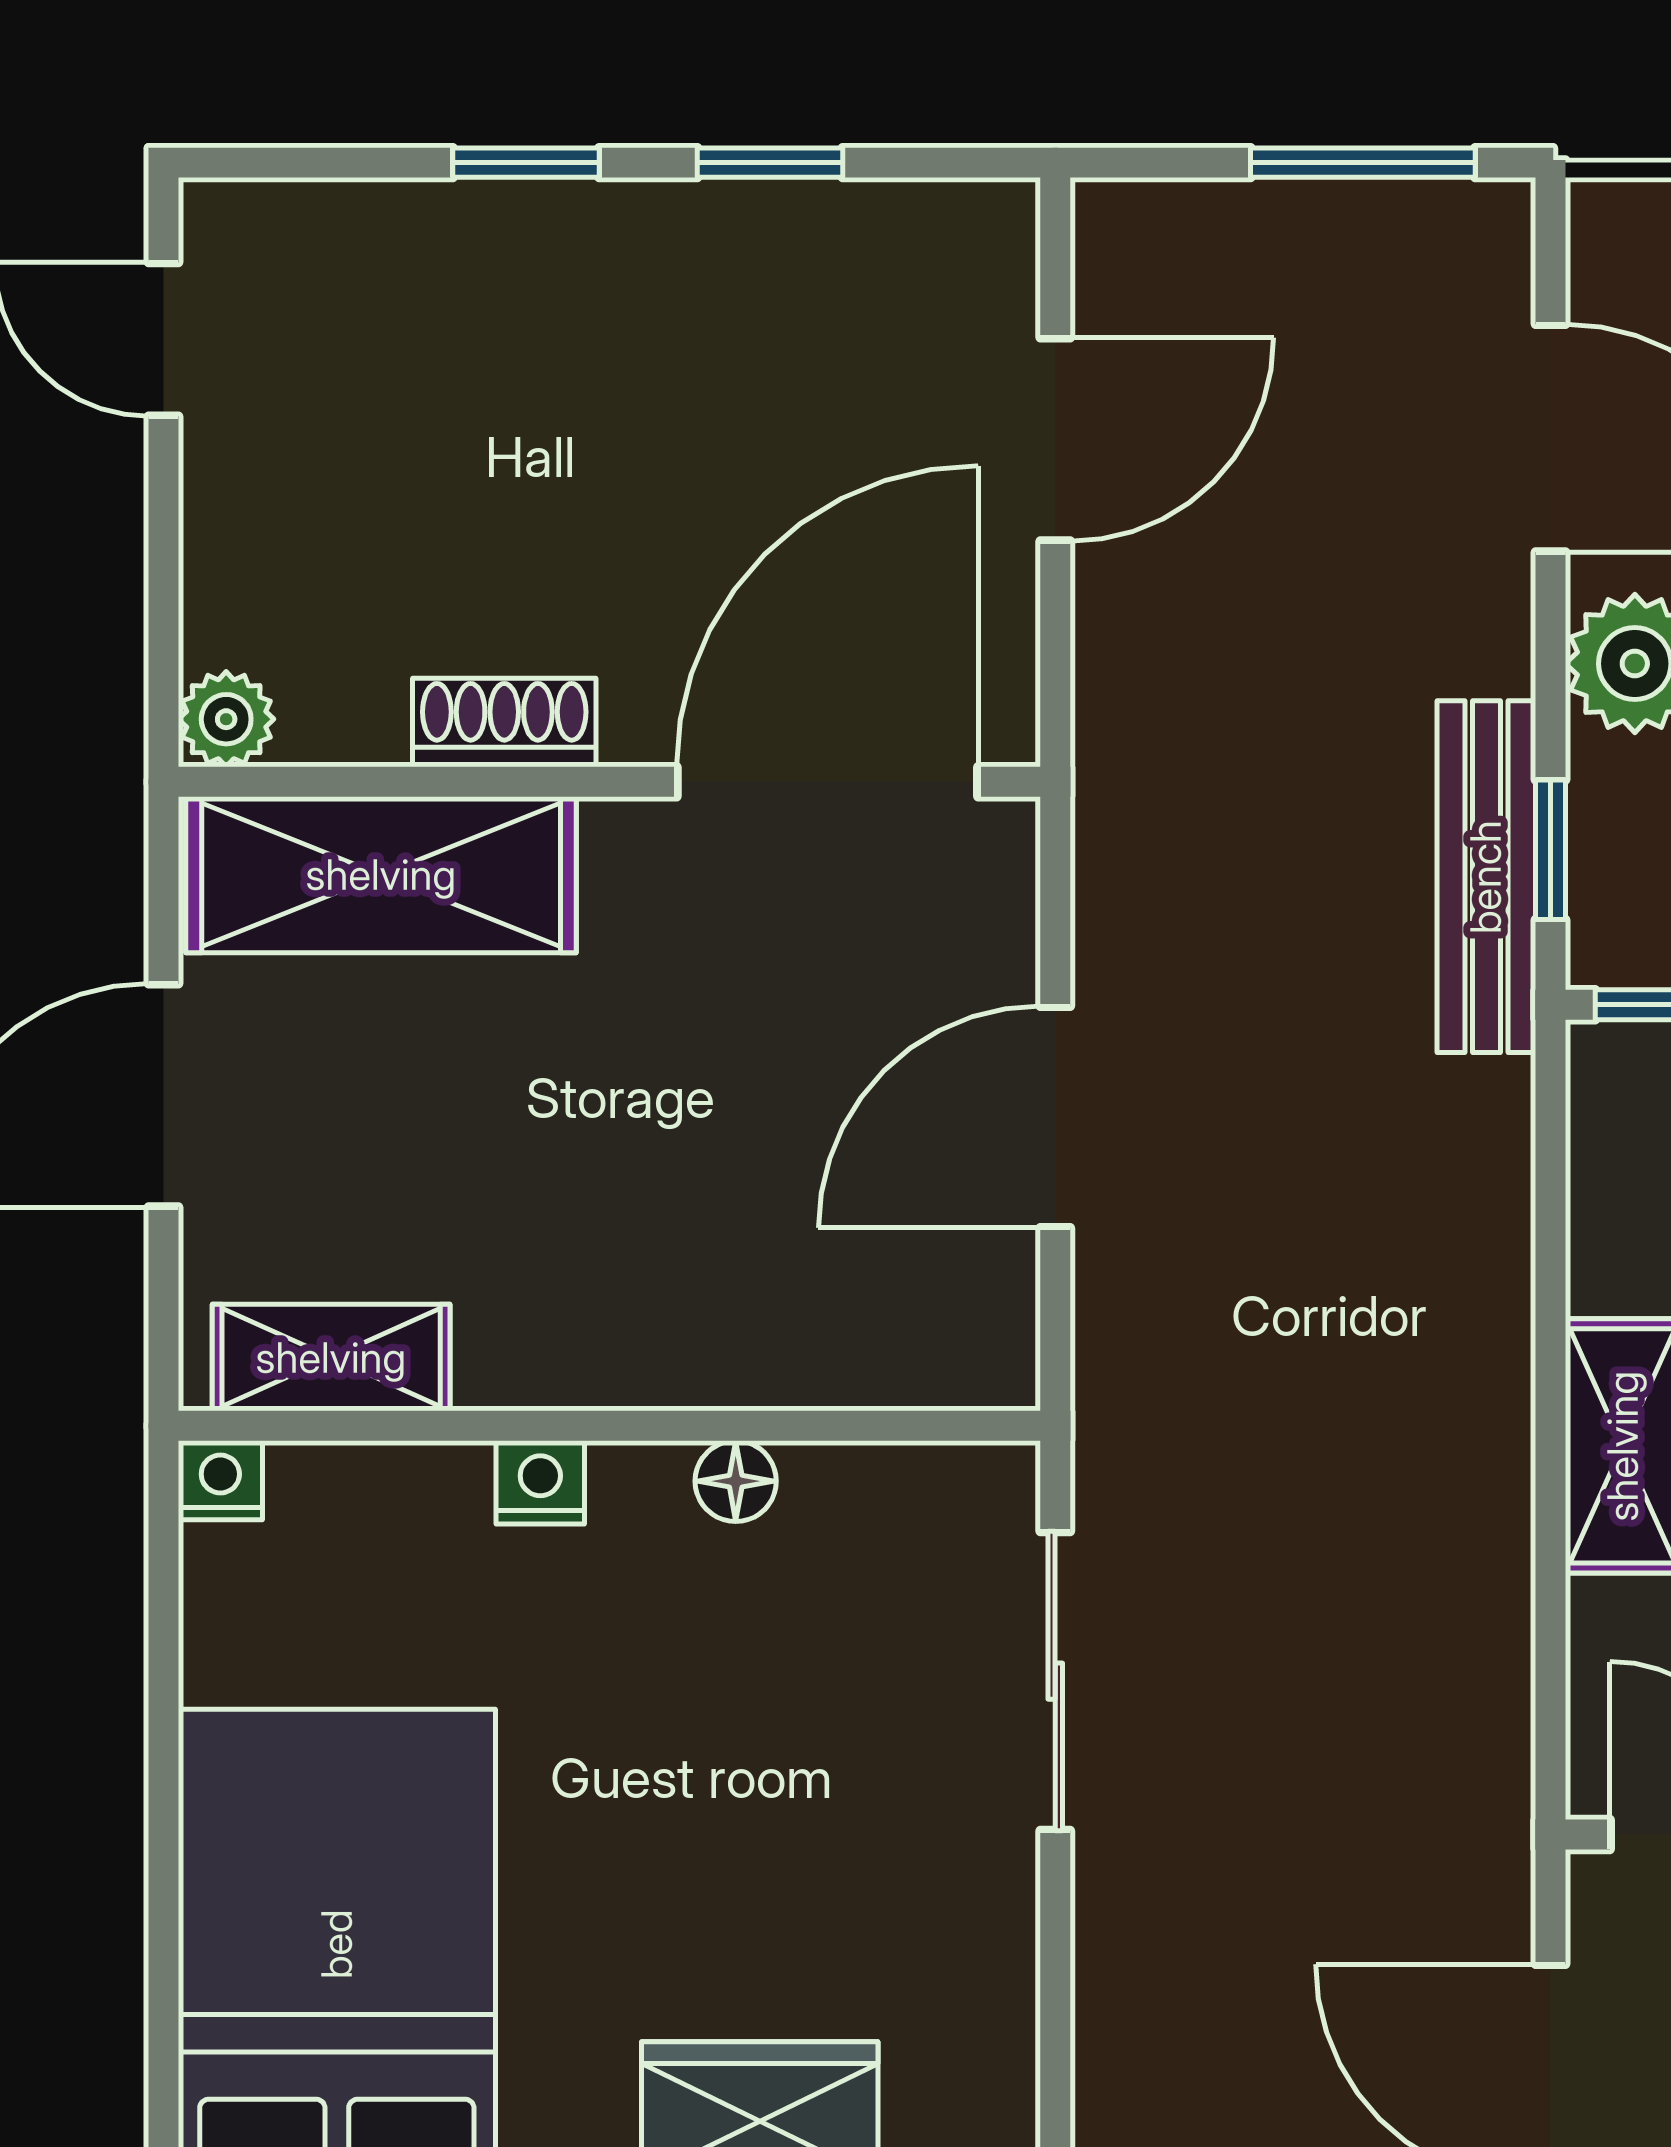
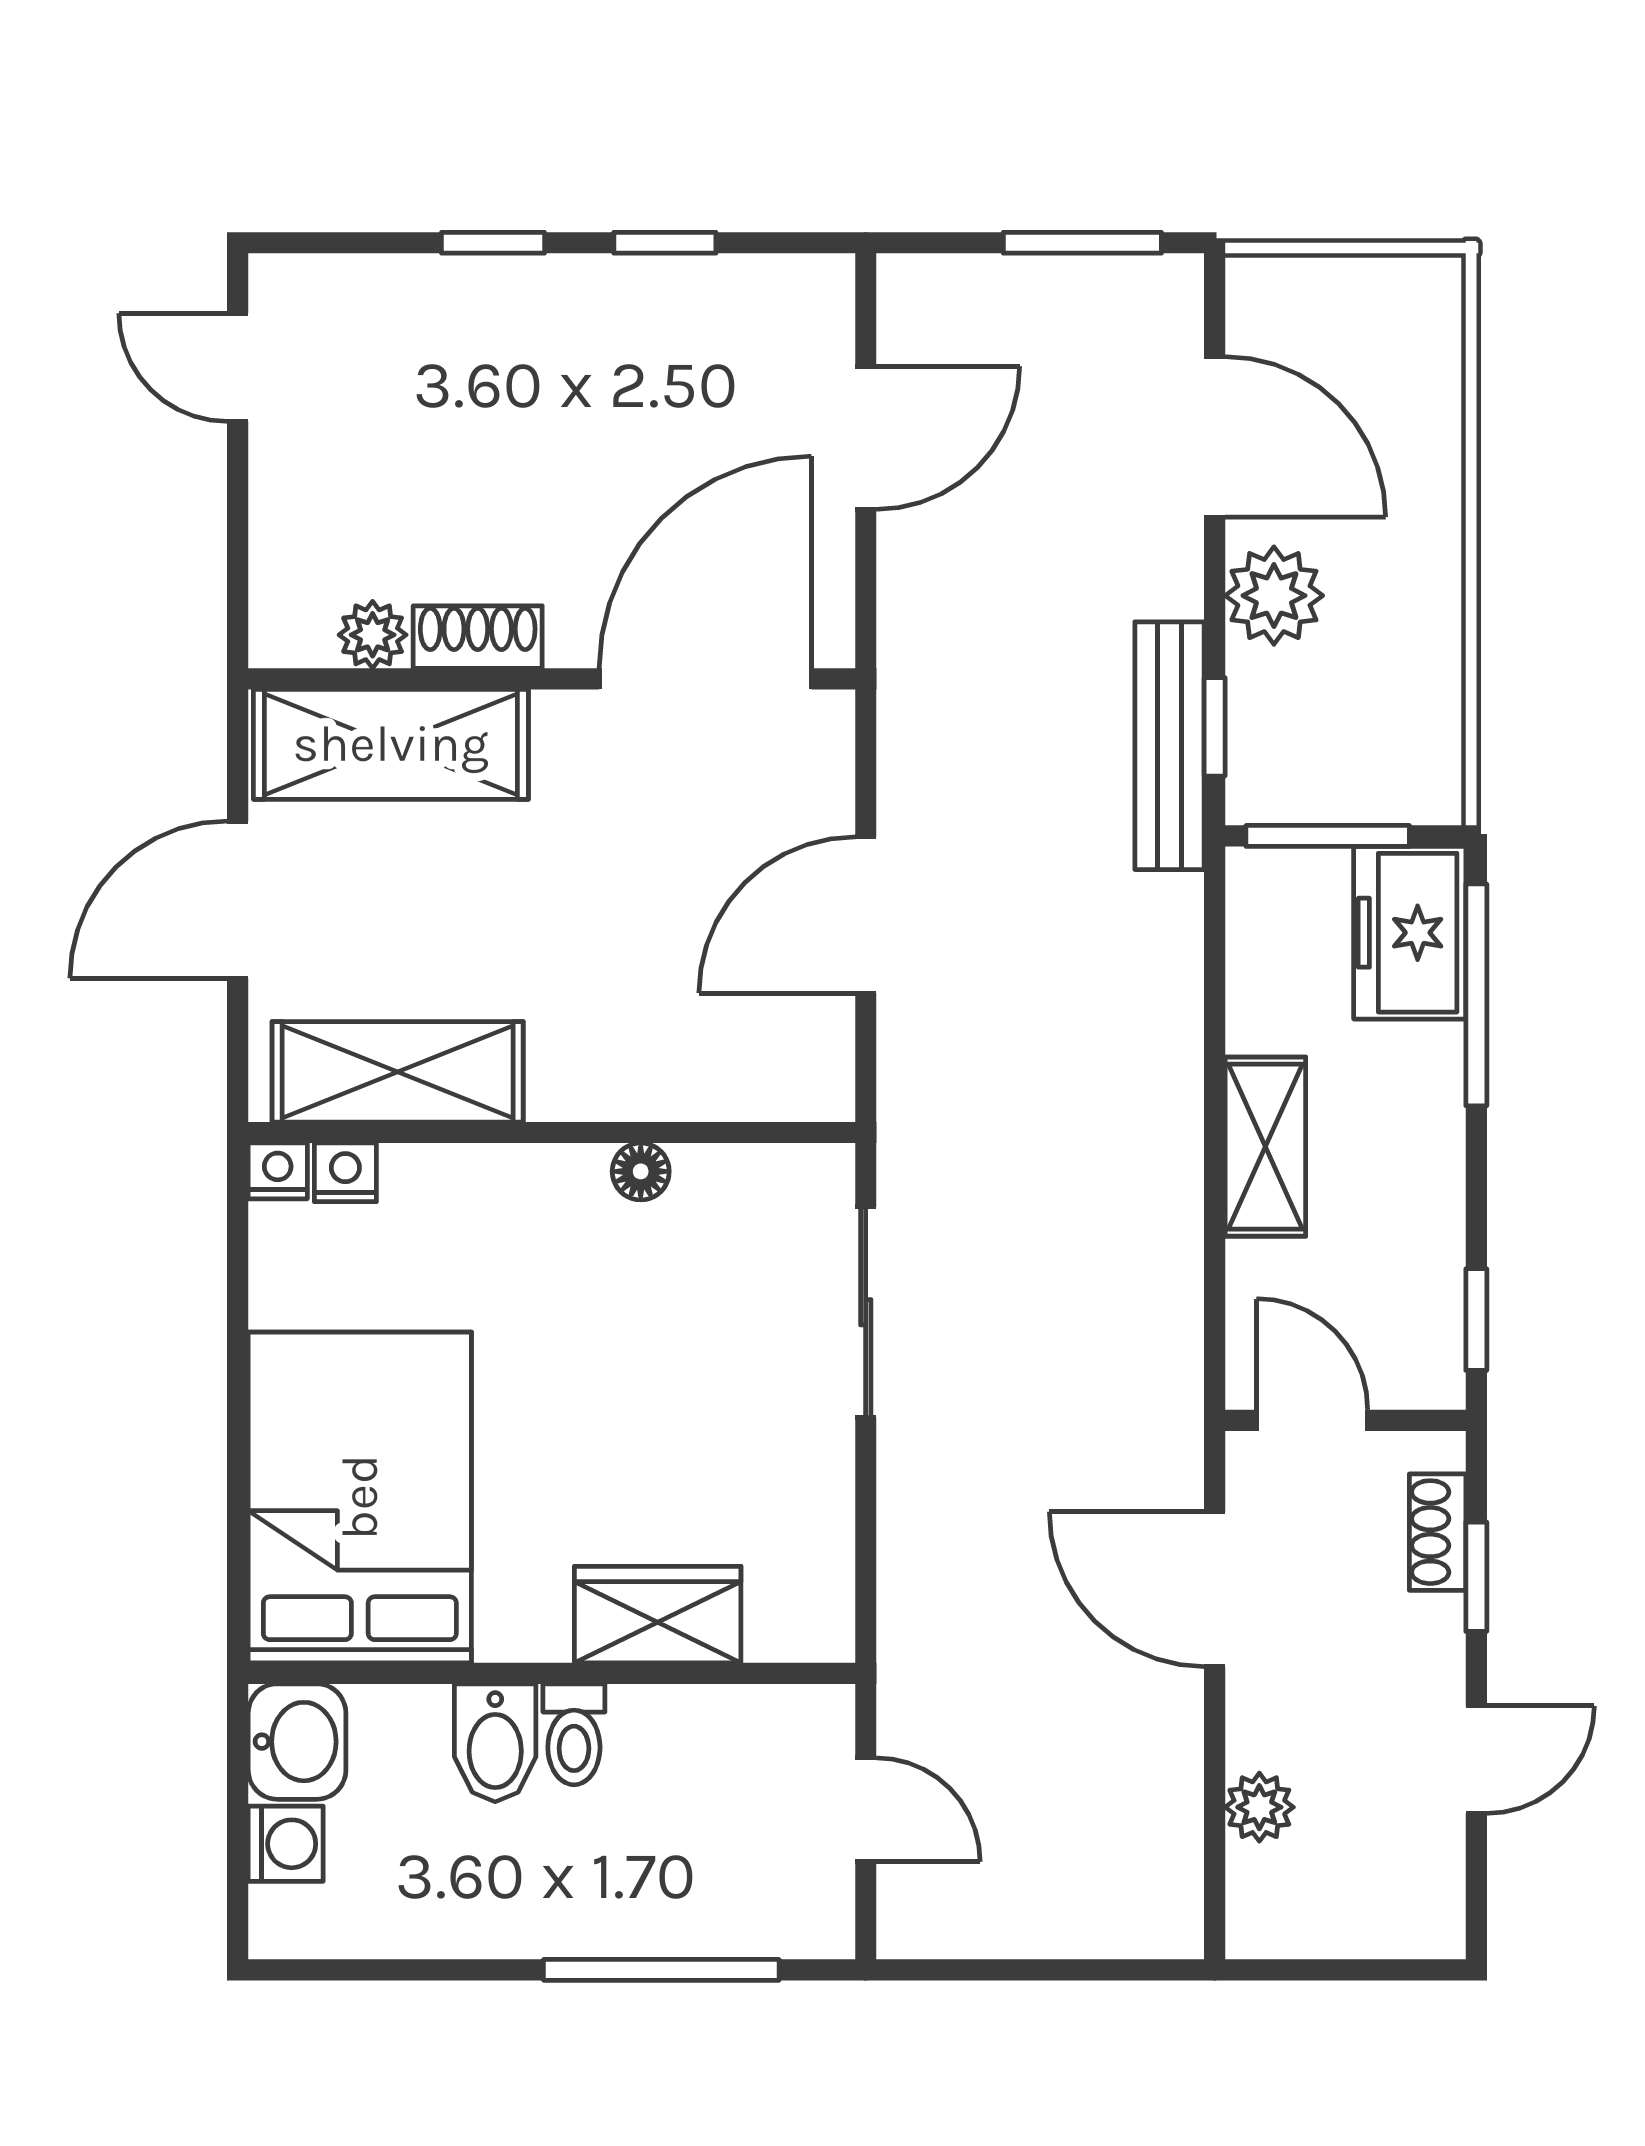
plant: (226, 719) -> (373, 635), moved
shelving: (331, 1358) -> (398, 1072), width x1.50, depth x1.33
nightstand: (540, 1482) -> (345, 1172), moved

